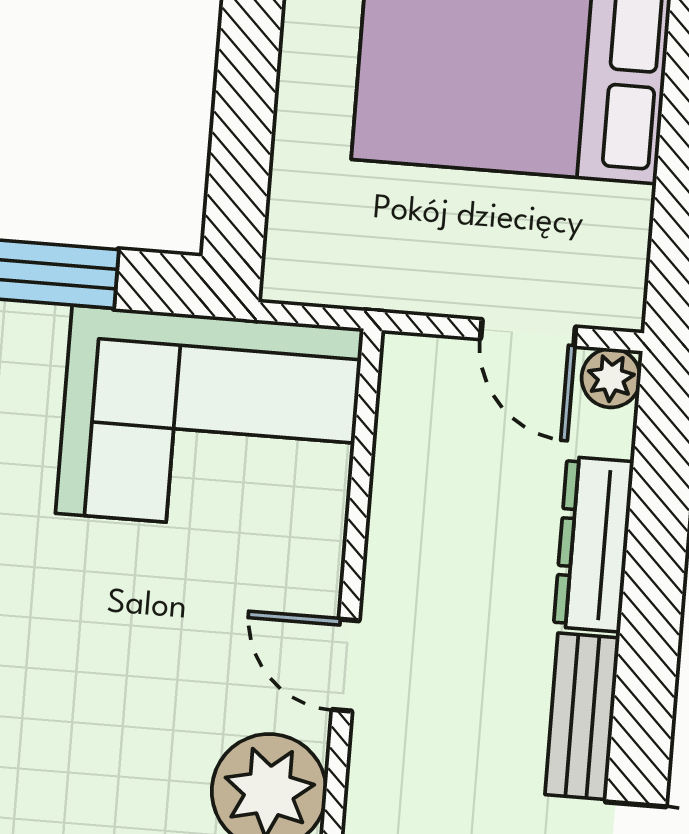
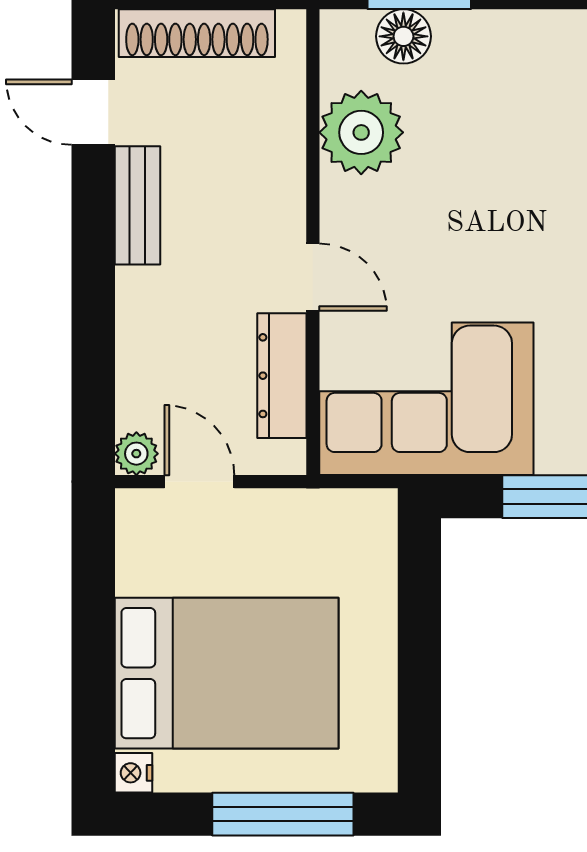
dresser: (594, 544) -> (282, 376), moved, turned 180
door: (346, 665) -> (313, 277), moved

